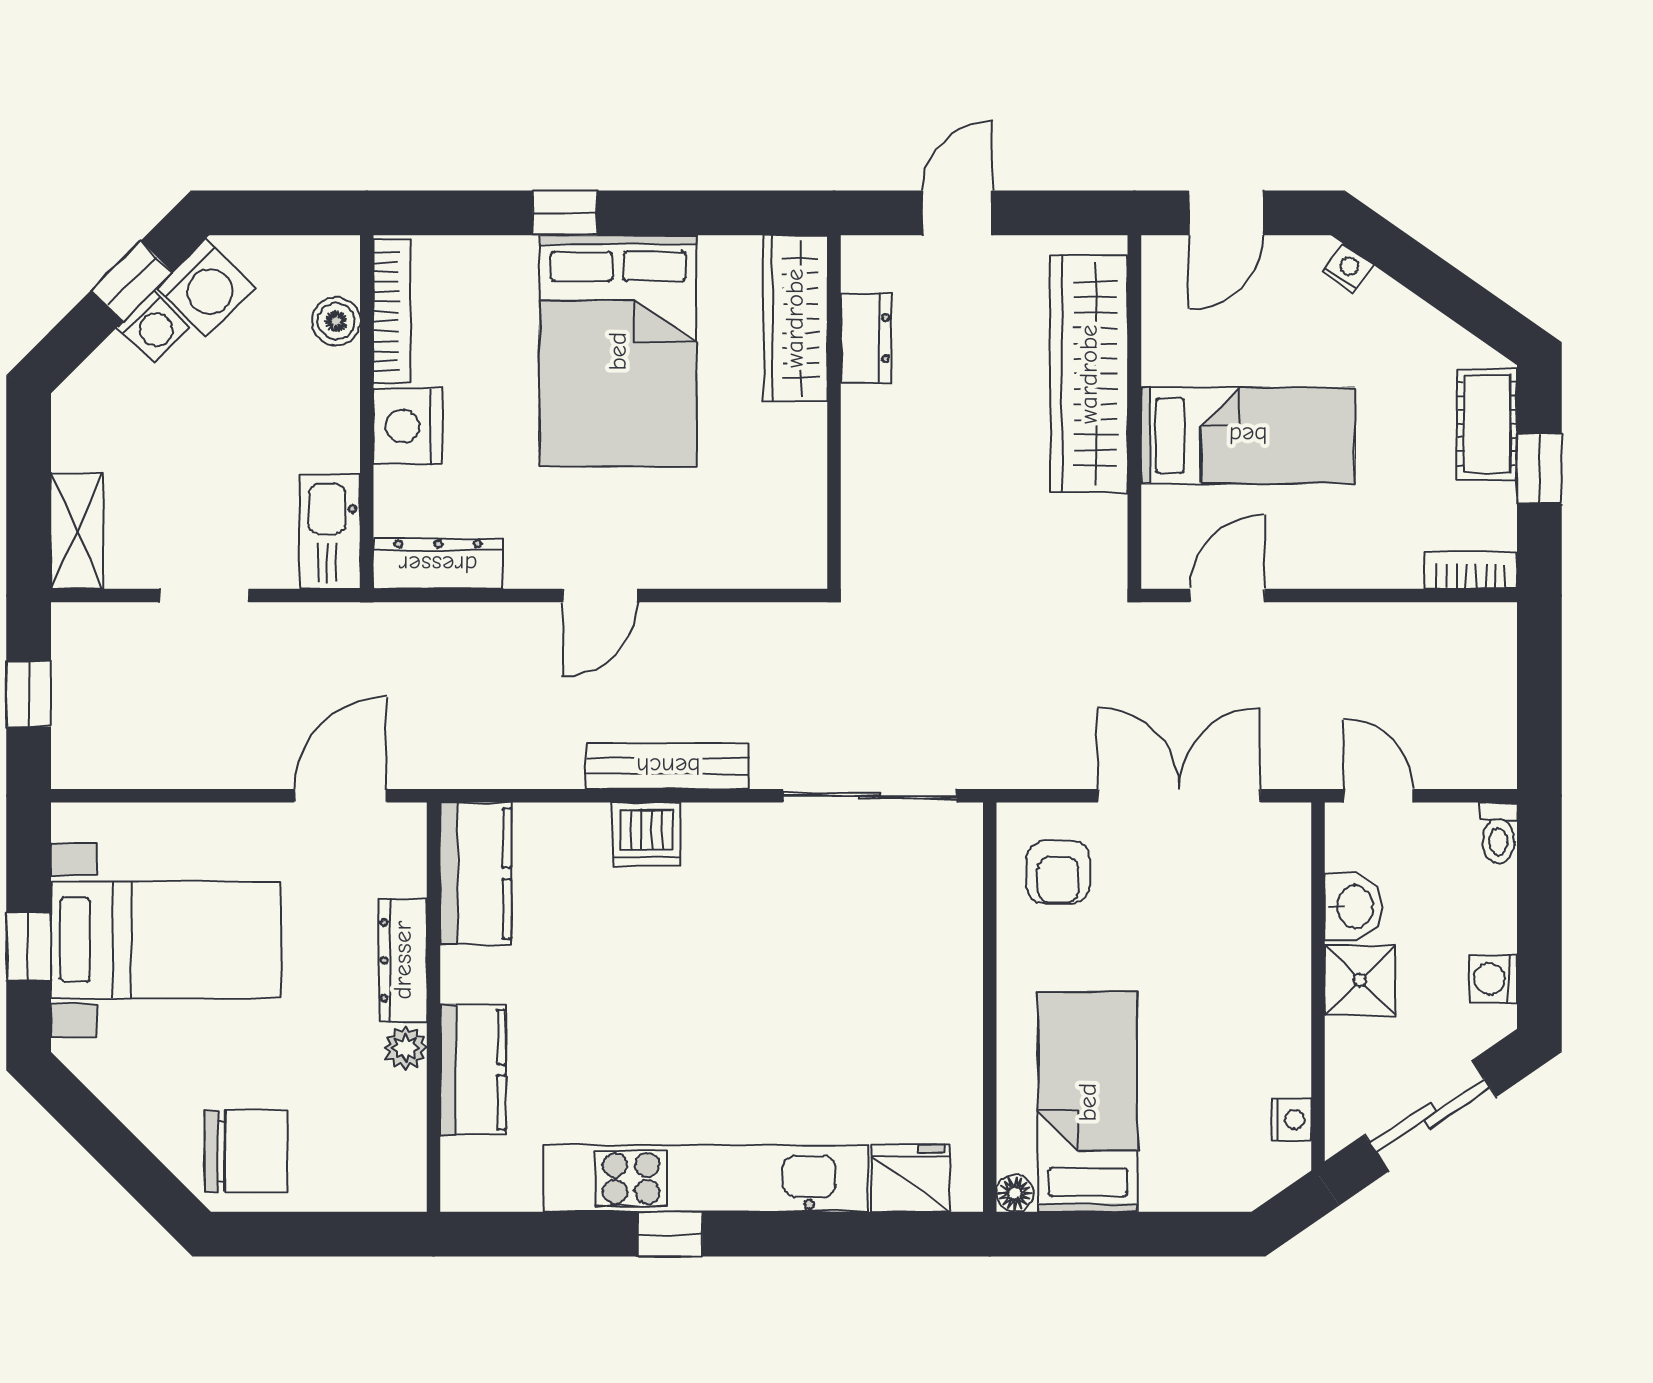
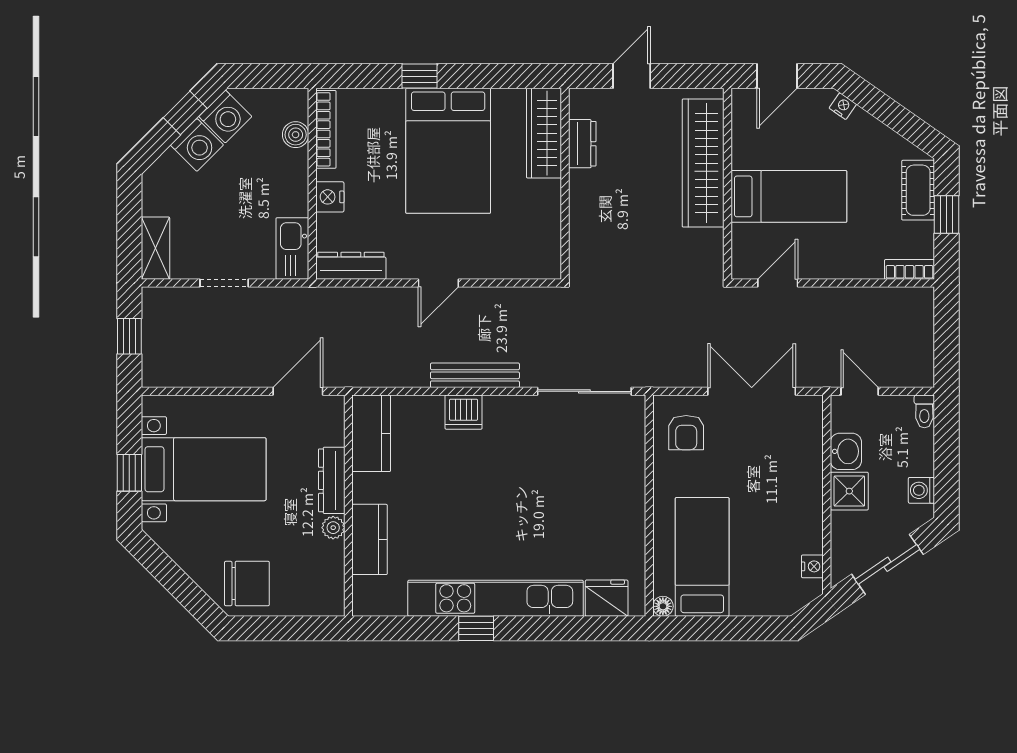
washing machine: (153, 327) -> (197, 145), width x1.38, depth x1.38
nightstand: (408, 426) -> (330, 197), width x0.74, depth x0.75

